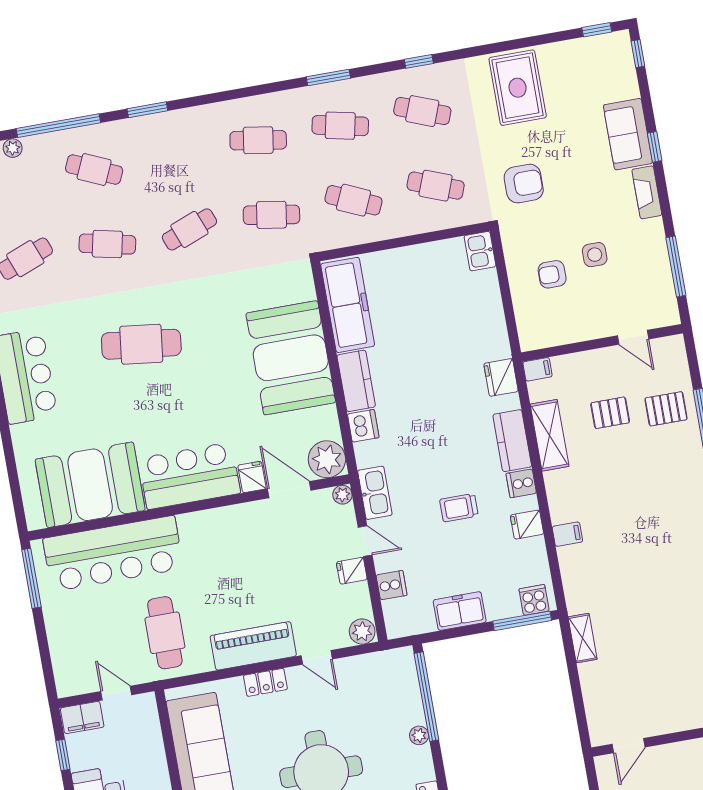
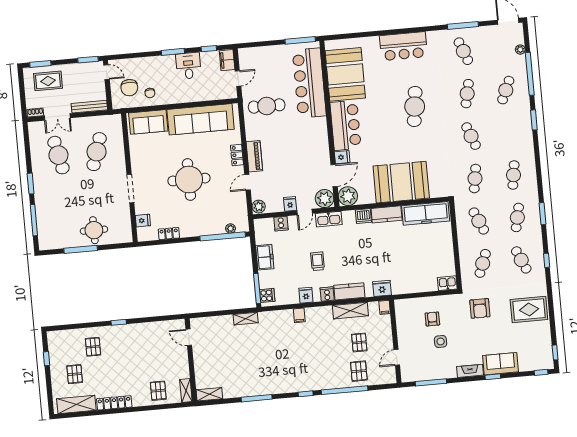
cafe table: (422, 111) -> (521, 260), turned -45
cafe table: (354, 200) -> (479, 221), turned -48
plant: (342, 495) -> (325, 199), width x1.87, depth x1.87
piano: (253, 646) -> (254, 156), width x0.73, depth x0.75
plant: (419, 735) -> (231, 228), moved

